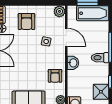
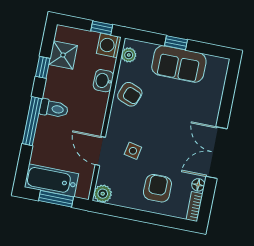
washbasin: (73, 63) -> (103, 81), moved
armchair: (55, 76) -> (130, 94), turned 111

